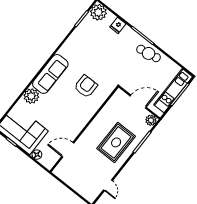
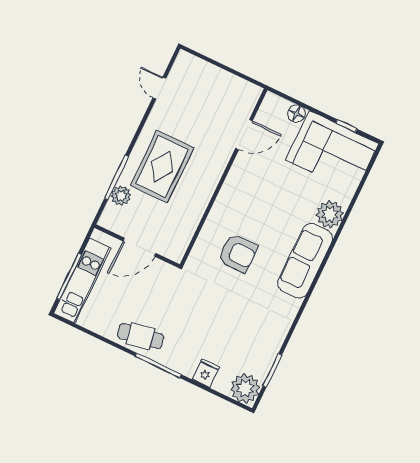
armchair: (86, 86) -> (238, 253), turned -90
plant: (151, 120) -> (121, 196), moved

